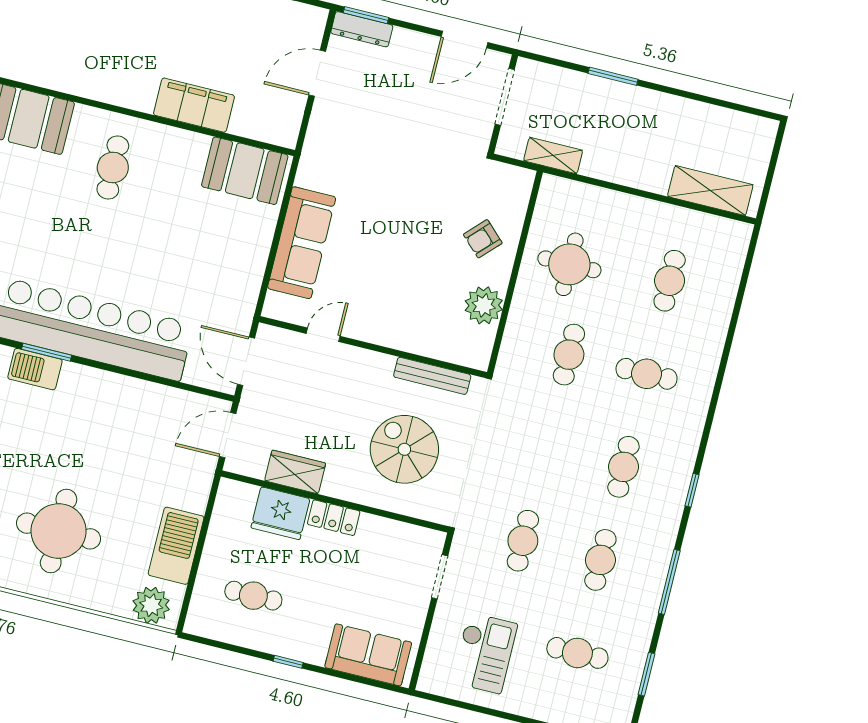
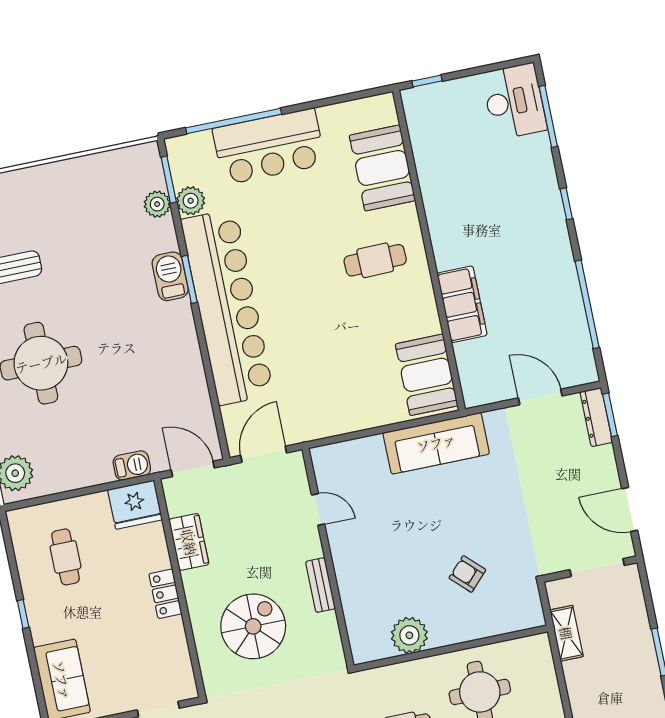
armchair: (483, 239) -> (467, 574), moved
sofa: (302, 243) -> (436, 443), moved
bench: (432, 376) -> (320, 585), moved, width x0.73
fridge: (280, 513) -> (135, 505), moved, turned -90
barbecue: (176, 546) -> (132, 466), moved, width x0.53, depth x0.65

